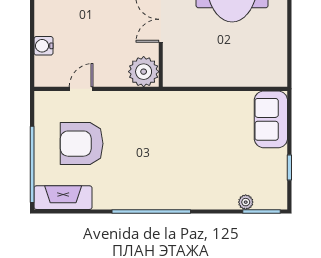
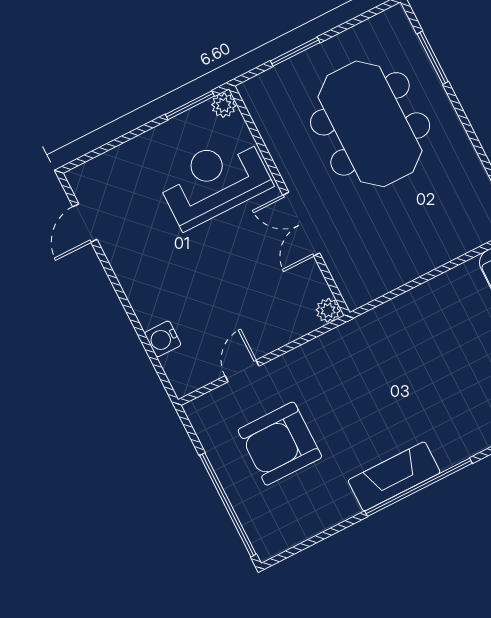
plant: (144, 72) -> (328, 310), width x0.53, depth x0.53
fireplace: (63, 198) -> (394, 476), moved

